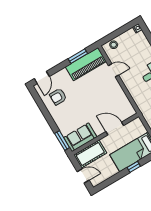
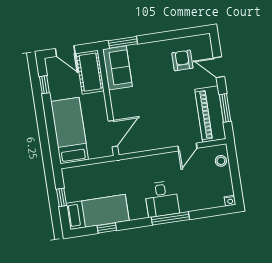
door: (42, 78) -> (219, 67), moved
door: (115, 129) -> (113, 134), moved
window: (134, 167) -> (44, 85), moved
door: (83, 176) -> (65, 51), hinge flipped

